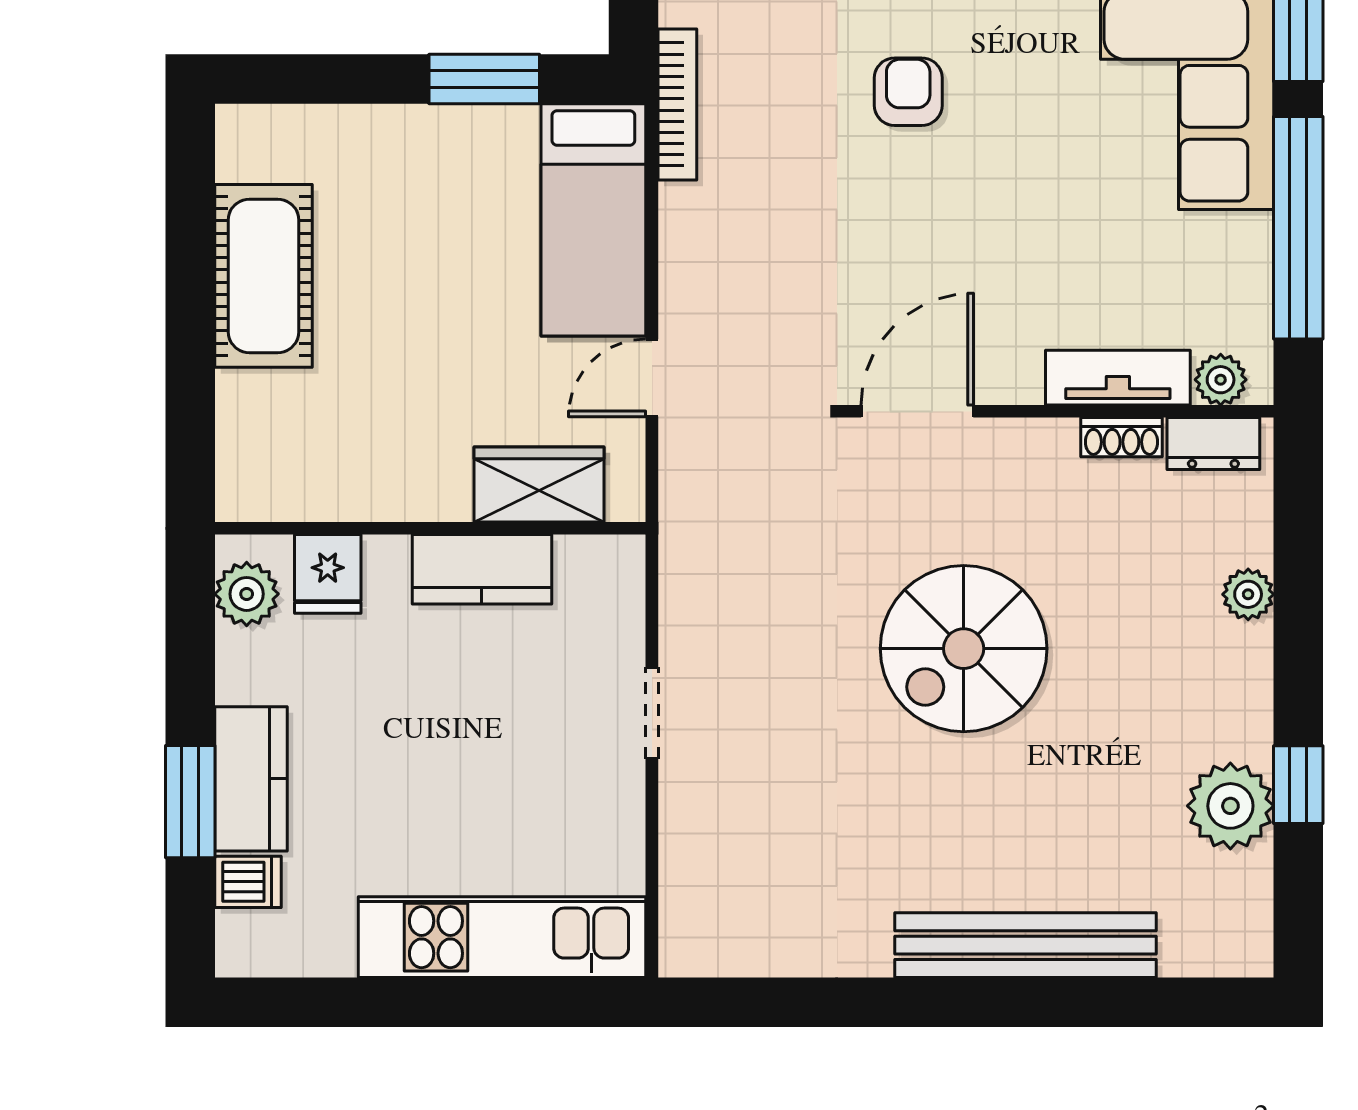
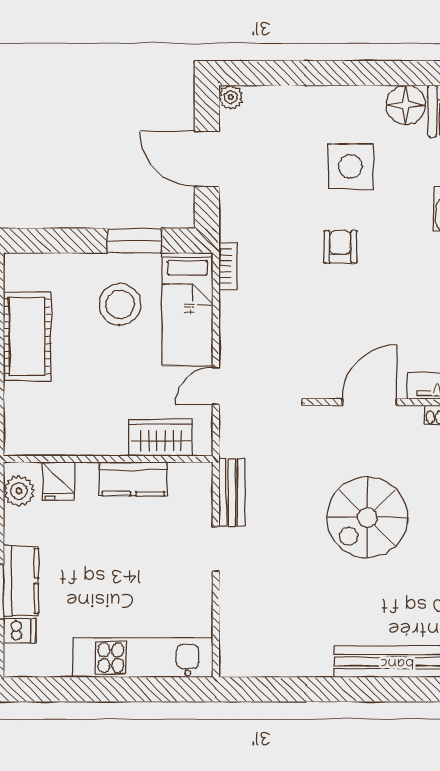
bookcase: (677, 104) -> (228, 266), width x0.64
stool: (454, 210) -> (120, 304), added
door: (917, 411) -> (369, 402), moved
bench: (685, 597) -> (232, 492), added

